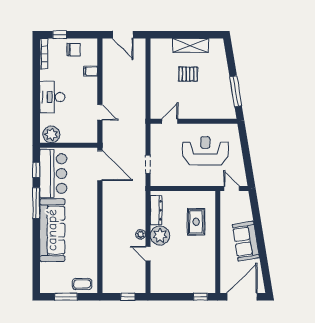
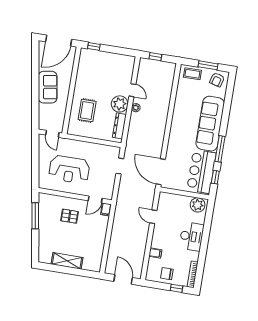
pallet: (188, 74) -> (70, 216), moved
filing cabinet: (156, 112) -> (106, 209), added
armchair: (53, 282) -> (217, 80), added

